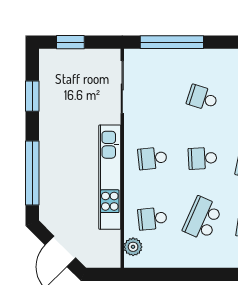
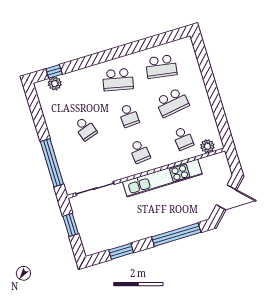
window: (70, 42) -> (71, 225), moved
school desk: (202, 98) -> (85, 129), turned -36
school desk: (202, 219) -> (172, 102), turned -33

